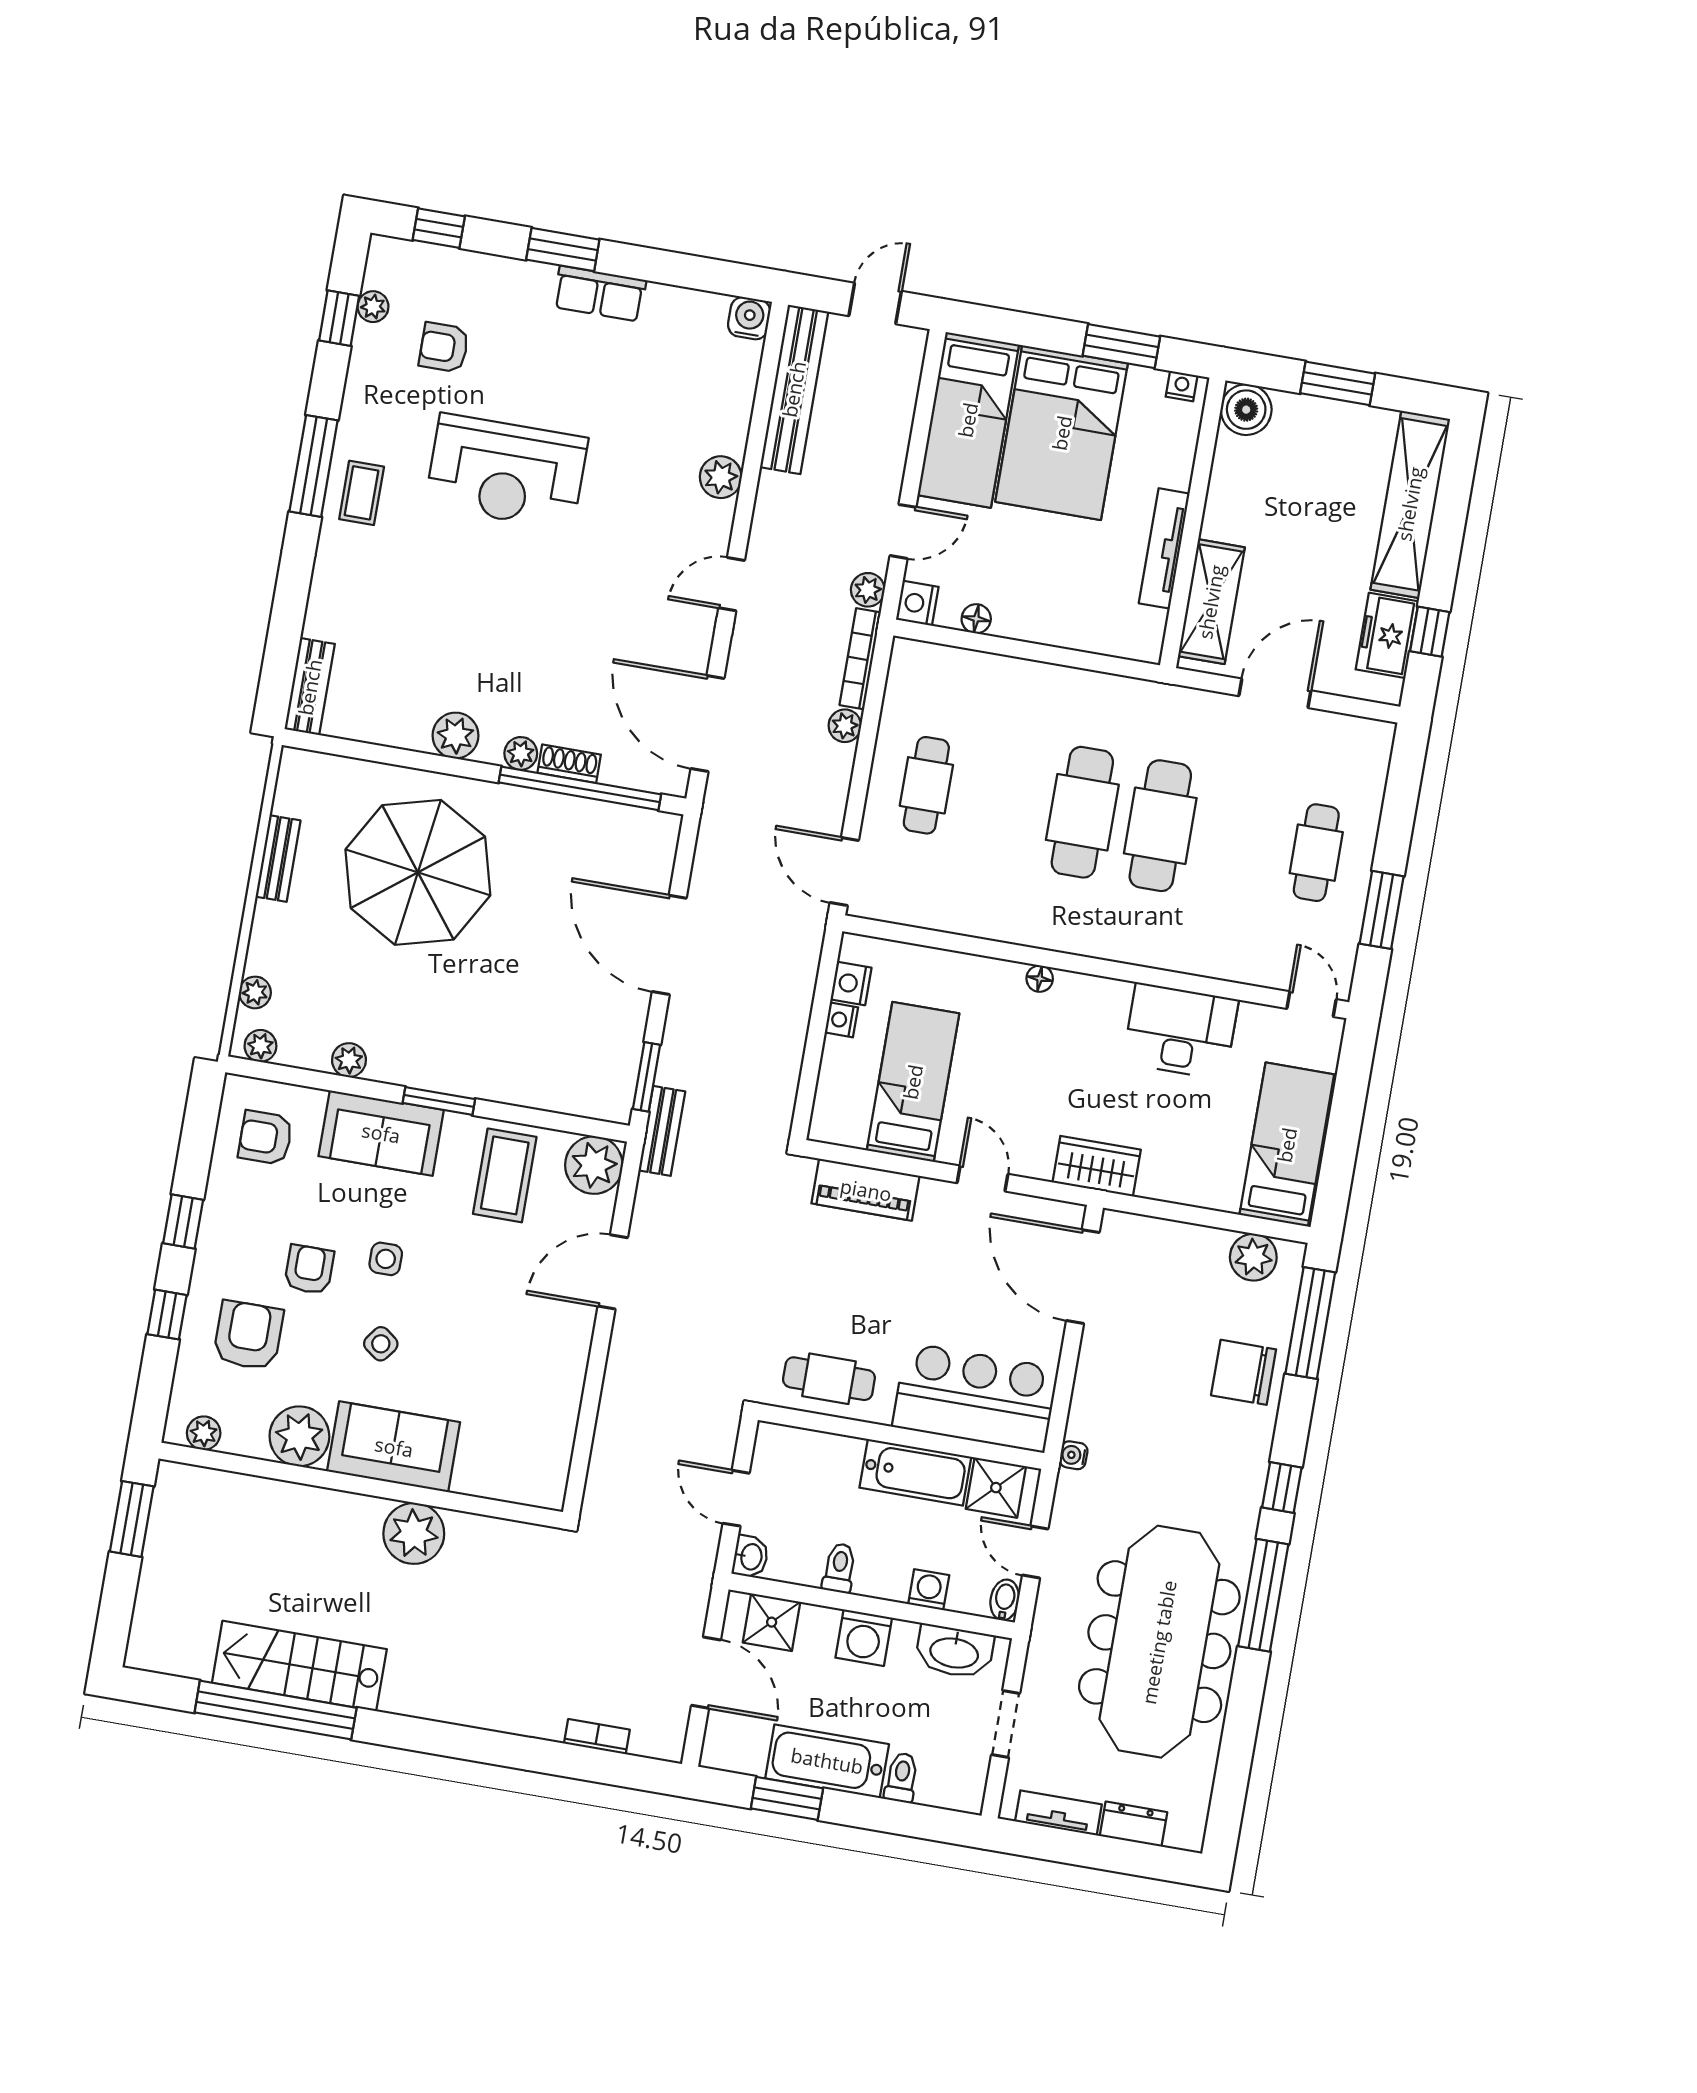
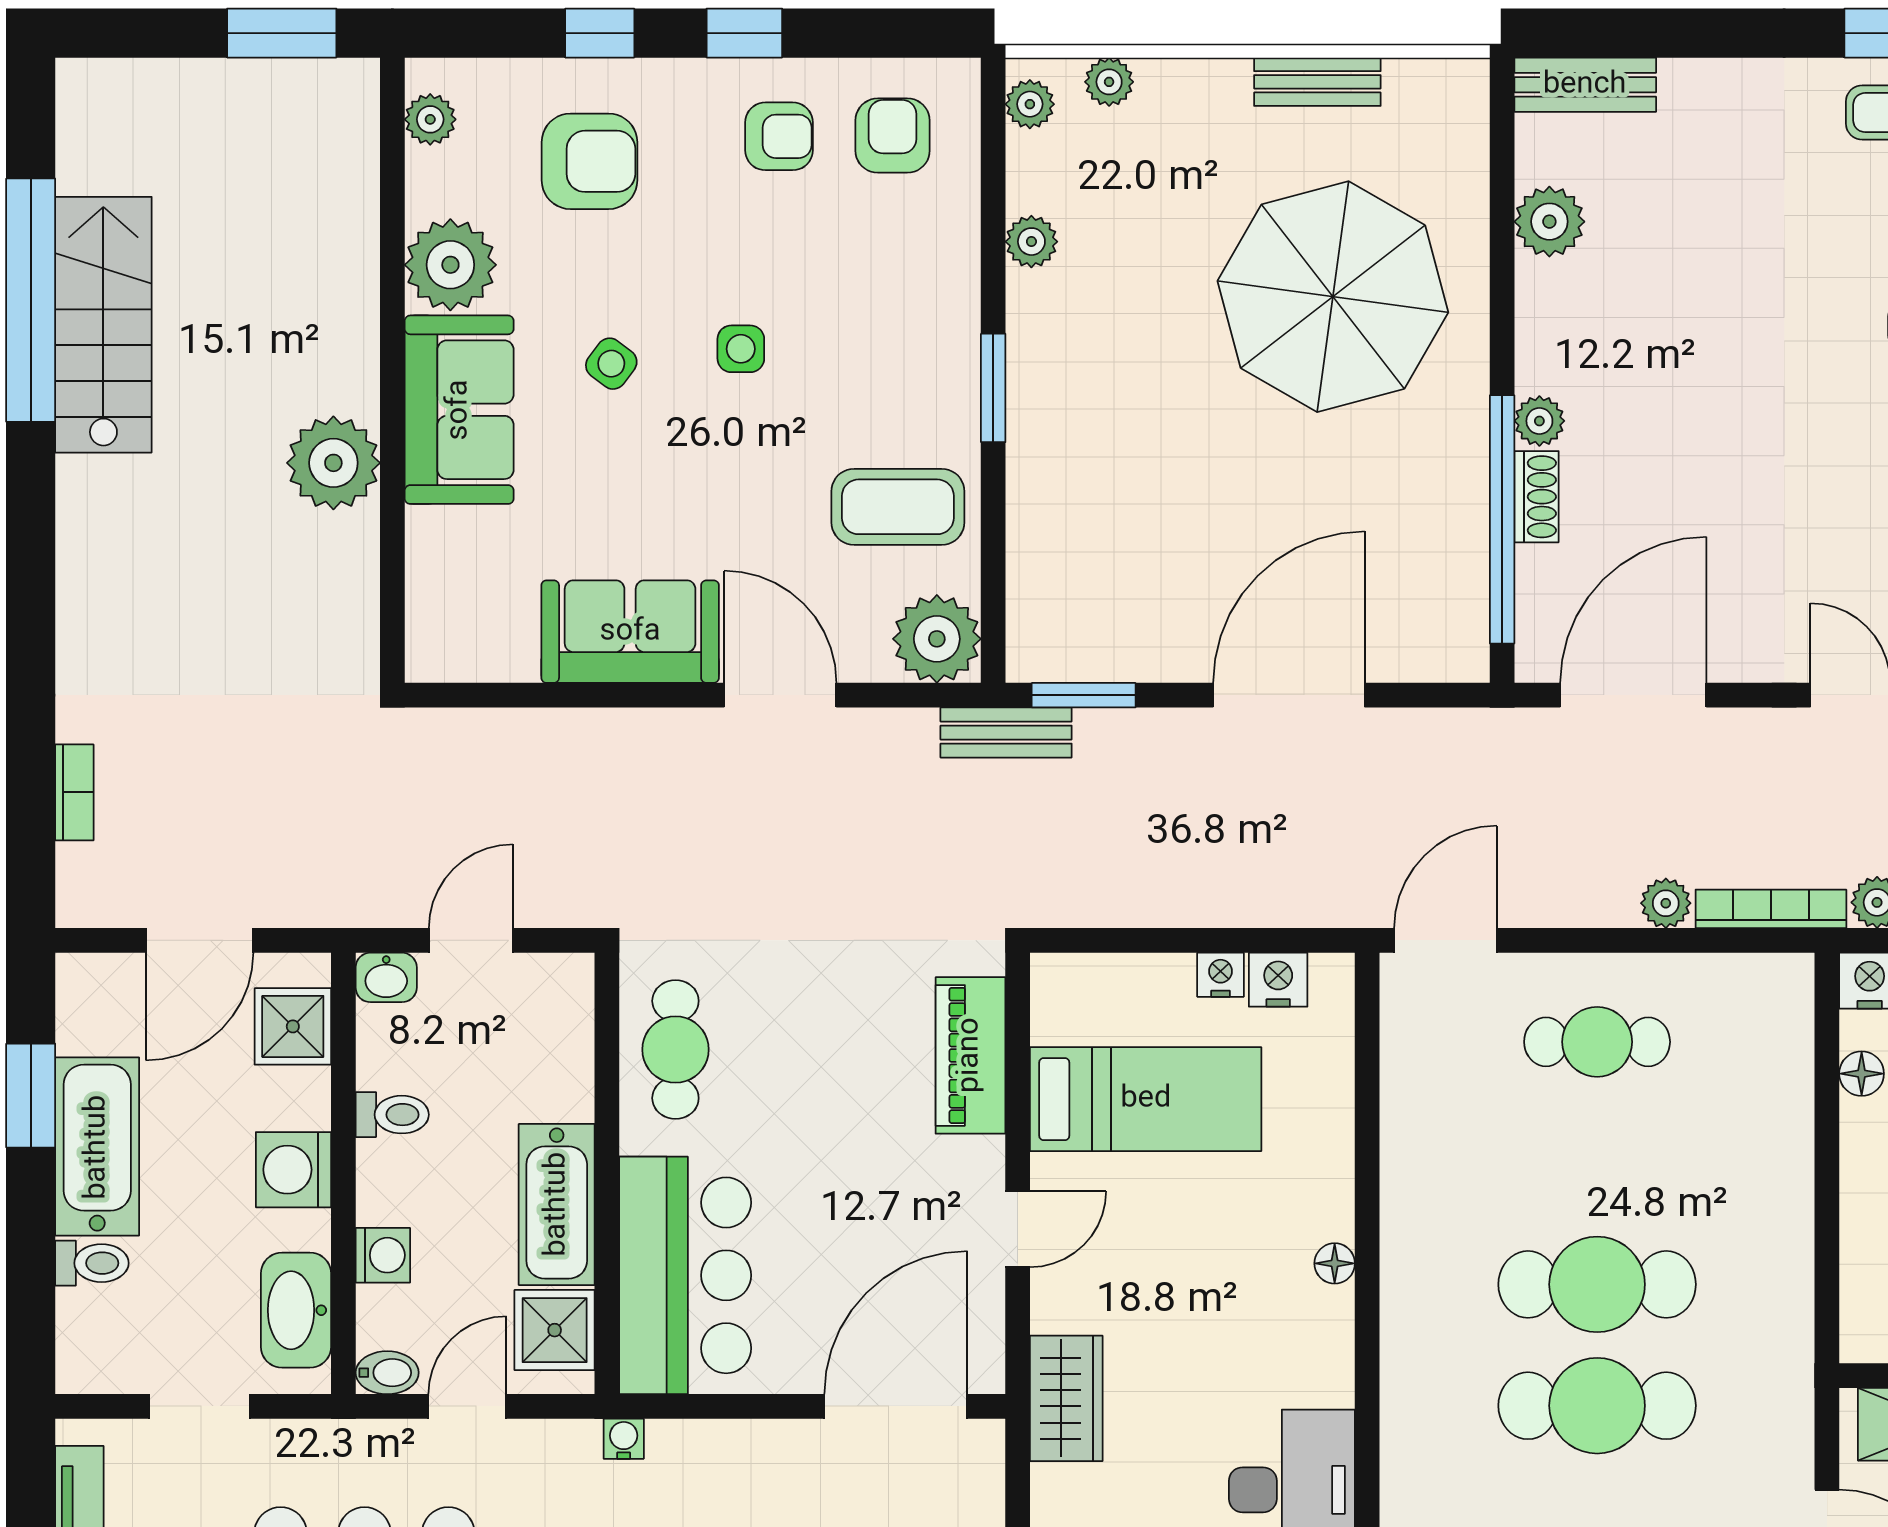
plant: (455, 735) -> (1549, 222), moved
sofa: (381, 1133) -> (630, 632), moved, turned 90
armchair: (309, 1269) -> (779, 136), moved

